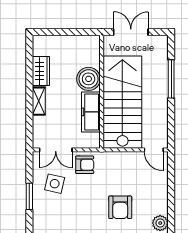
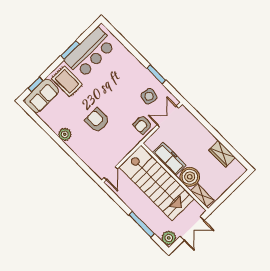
plant: (159, 44) -> (169, 238), added
shelving: (39, 101) -> (202, 196), moved
door: (154, 150) -> (111, 173), swing flipped

